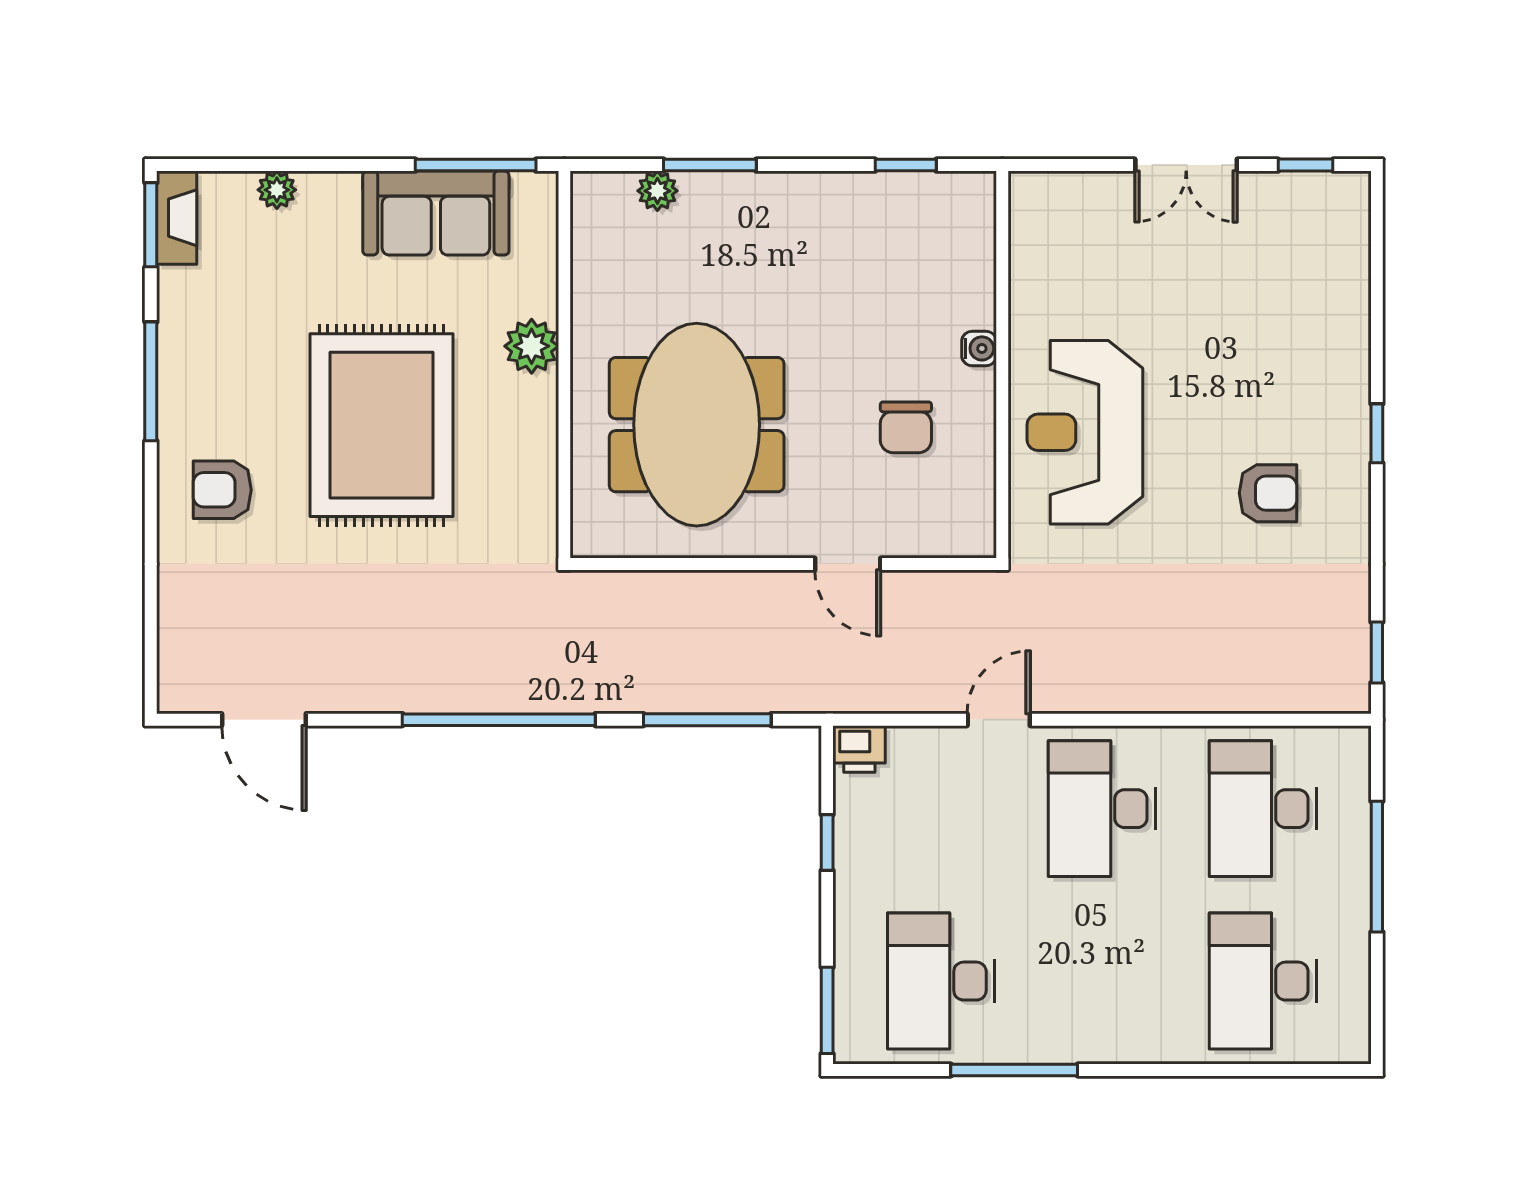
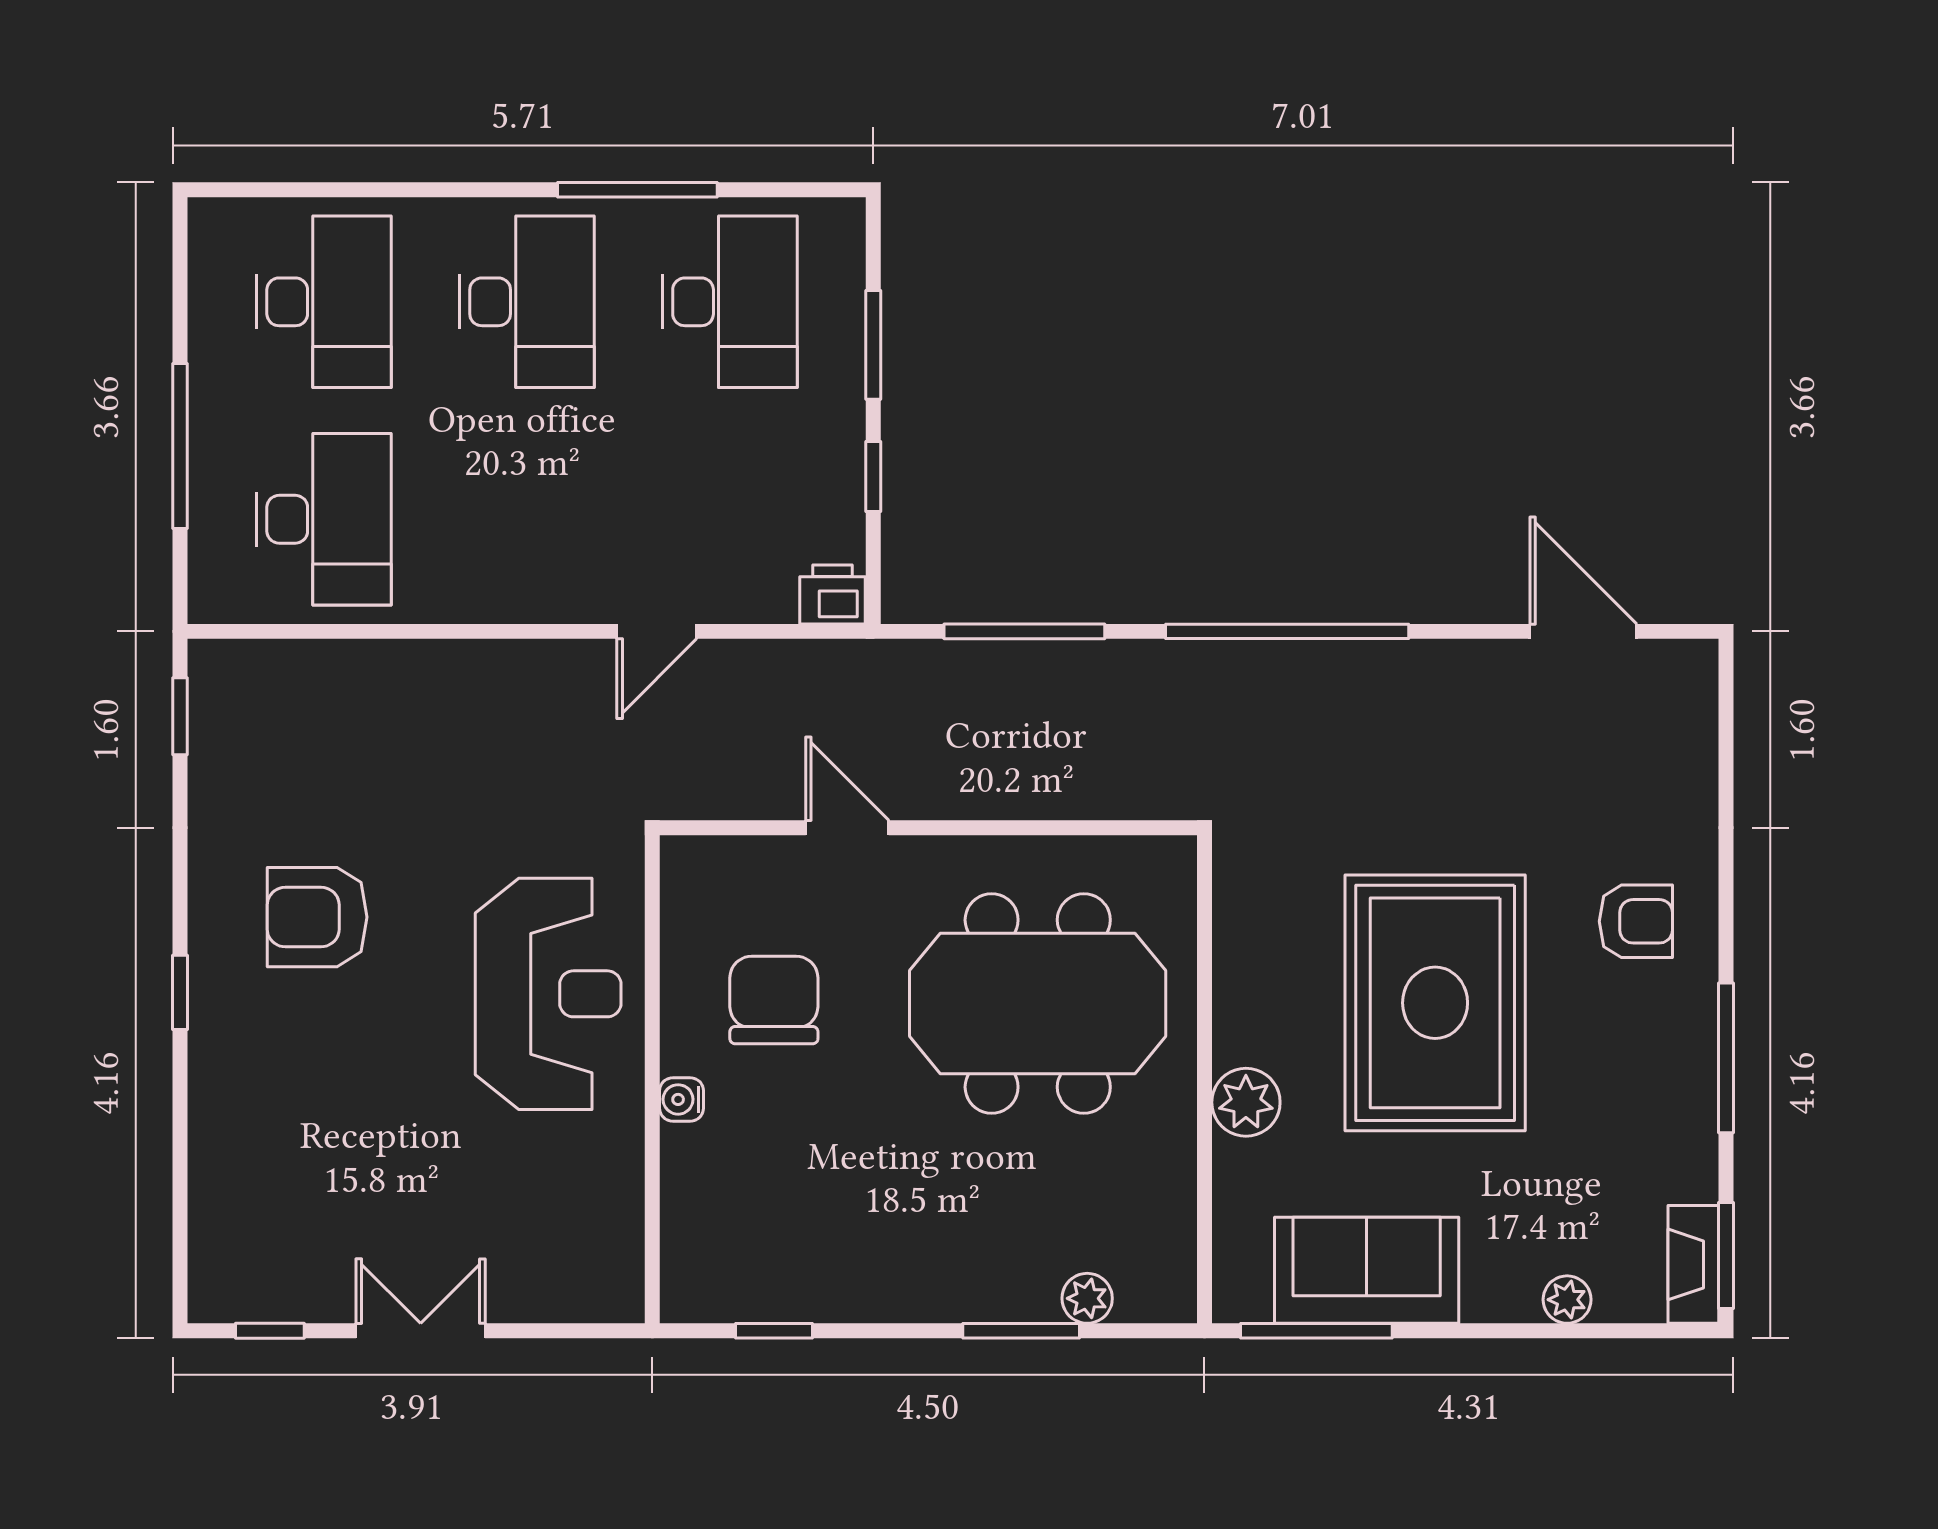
meeting table: (697, 425) -> (1038, 1003), turned 90
chair: (906, 427) -> (774, 1000), width x1.37, depth x1.37
armchair: (1268, 493) -> (317, 917), width x1.38, depth x1.38
desk: (1102, 809) -> (527, 302), moved
window: (827, 1010) -> (873, 345), moved

